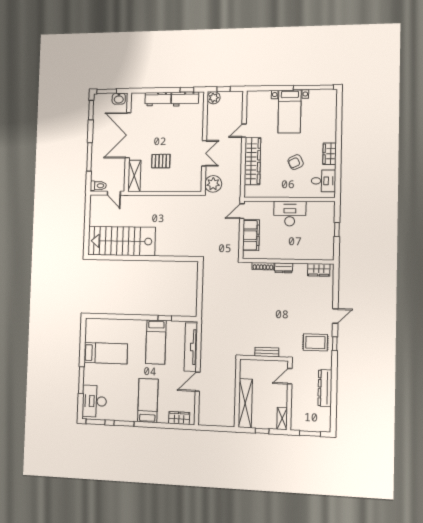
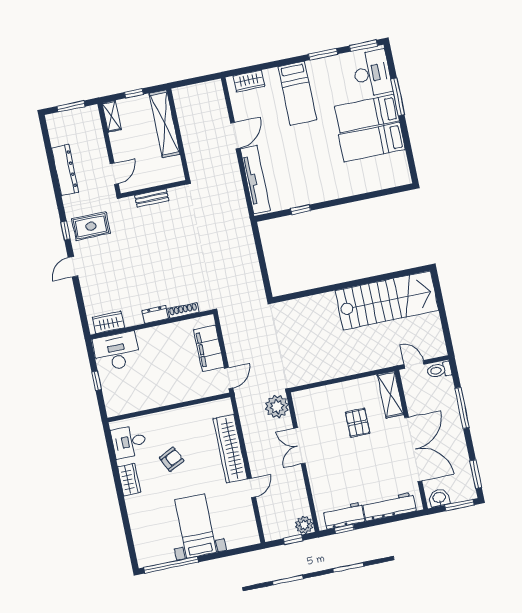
workbench: (158, 99) -> (389, 507), width x1.38
pallet: (161, 161) -> (358, 423), turned 90
desk: (290, 214) -> (117, 352), moved, turned 180
bed: (156, 342) -> (367, 114), moved, turned -90

